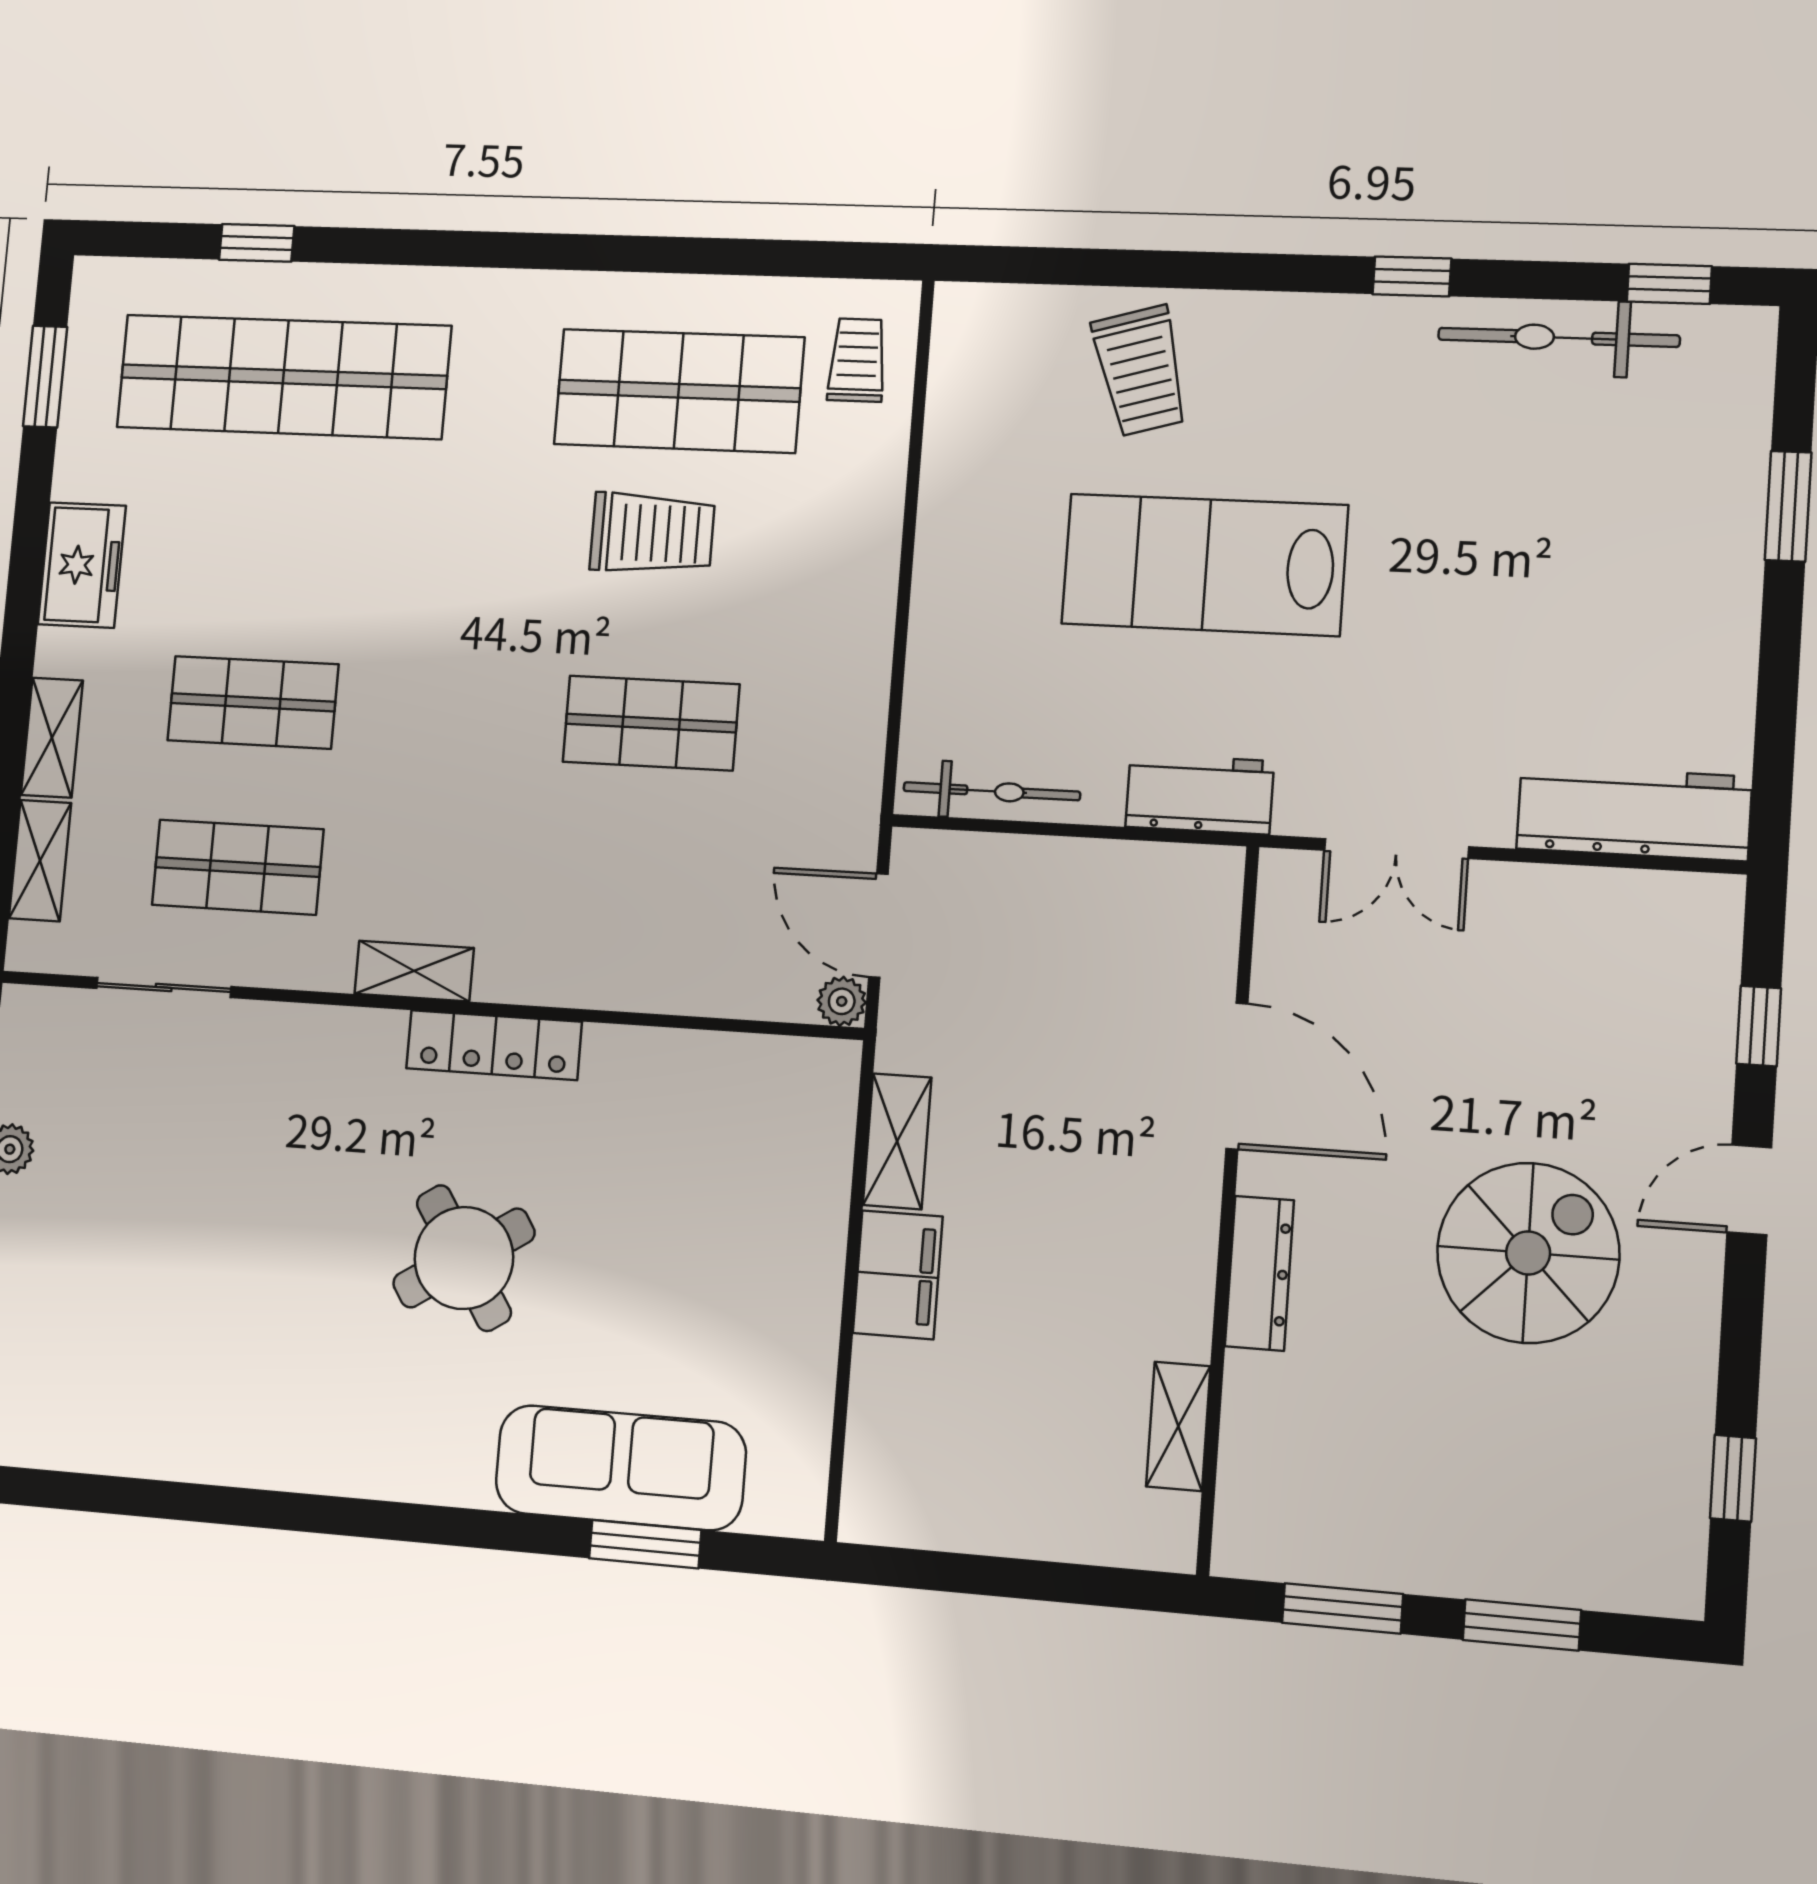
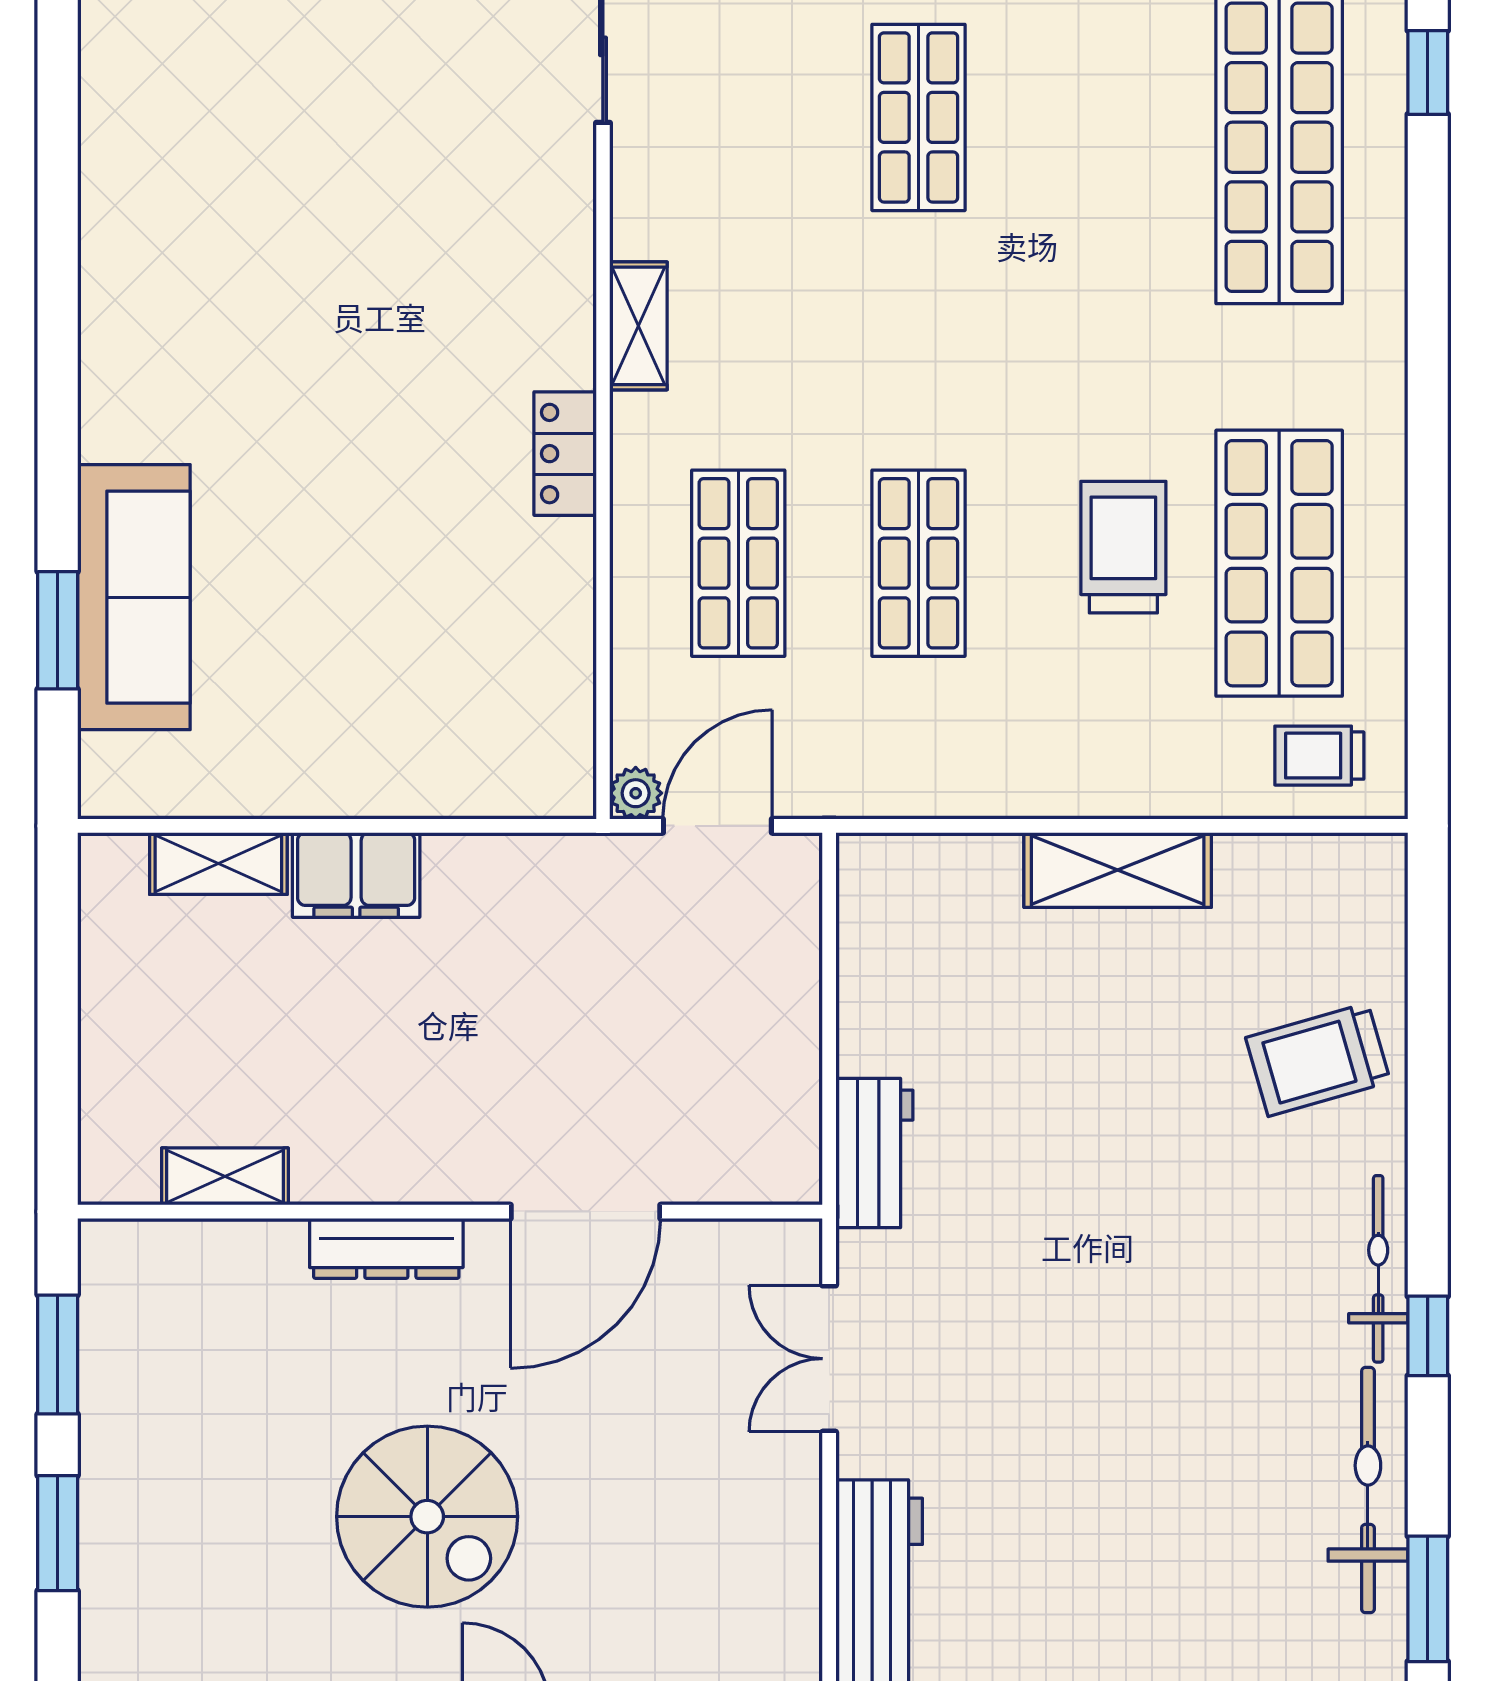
window: (1669, 284) -> (1428, 1599), width x1.50
trolley: (857, 360) -> (1319, 756), turned 180
trolley: (652, 533) -> (1123, 547), turned 180
shelving: (949, 551) -> (1118, 870), added
lab bench: (1204, 565) -> (1115, 1141), removed
bicycle: (992, 791) -> (1378, 1269), moved, turned 180
shop shelf: (238, 867) -> (738, 563), moved
locker: (494, 1045) -> (565, 454), width x0.66
shelving: (897, 1141) -> (218, 863), moved
round table: (464, 1258) -> (338, 408), removed

